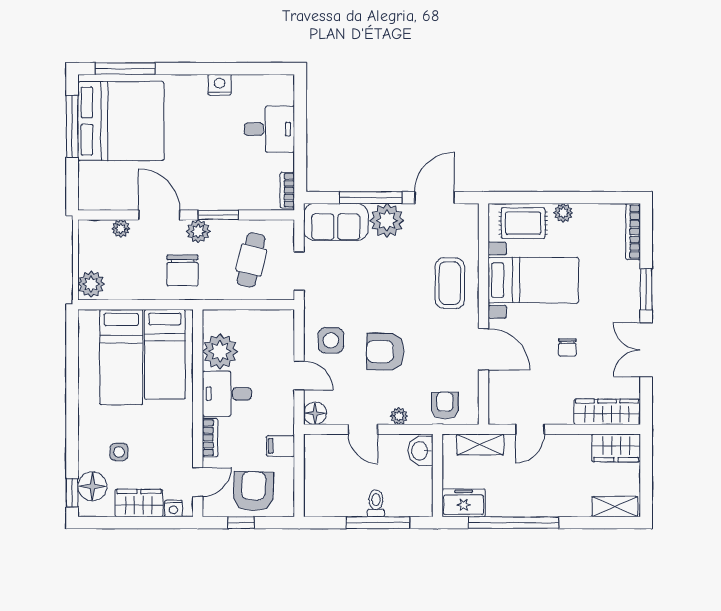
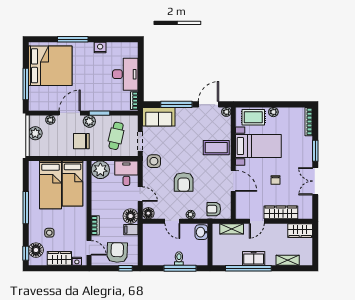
window: (125, 69) -> (73, 39), moved
window: (72, 127) -> (26, 84), moved
desk: (269, 129) -> (125, 74), width x1.37
door: (159, 215) -> (70, 113), hinge flipped
plant: (387, 220) -> (226, 112), moved, width x0.53, depth x0.53
chair: (182, 270) -> (81, 141), turned 90
coffee table: (450, 283) -> (216, 148), turned 90
plant: (91, 284) -> (35, 133), moved
side table: (331, 340) -> (154, 161), moved
plant: (220, 351) -> (100, 170), moved
armchair: (385, 352) -> (184, 182), turned -90
desk: (227, 394) -> (126, 173), moved, turned 90
window: (72, 402) -> (26, 208), added
armchair: (445, 405) -> (214, 209), turned -90
wardrobe: (607, 412) -> (281, 212), moved
floor lamp: (280, 419) -> (131, 216), added
door: (198, 482) -> (89, 248), hinge flipped
freezer: (464, 503) -> (254, 258), moved
shelving: (615, 507) -> (288, 260), moved
window: (241, 523) -> (125, 268), moved

